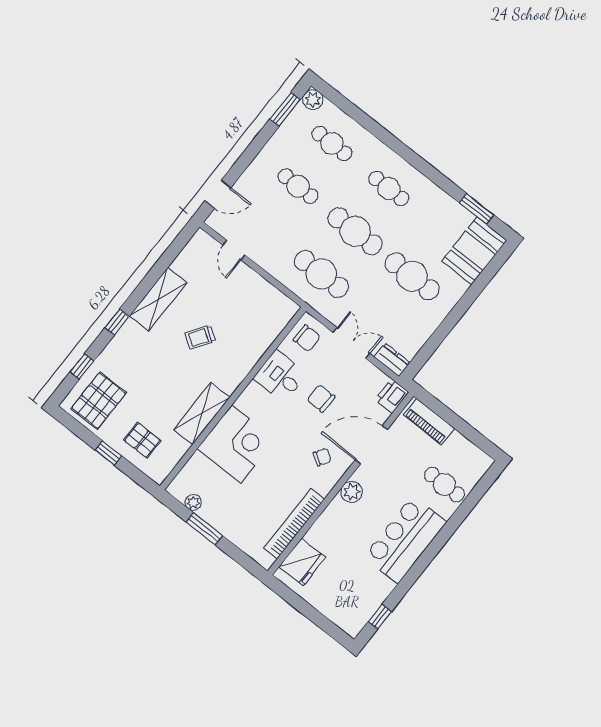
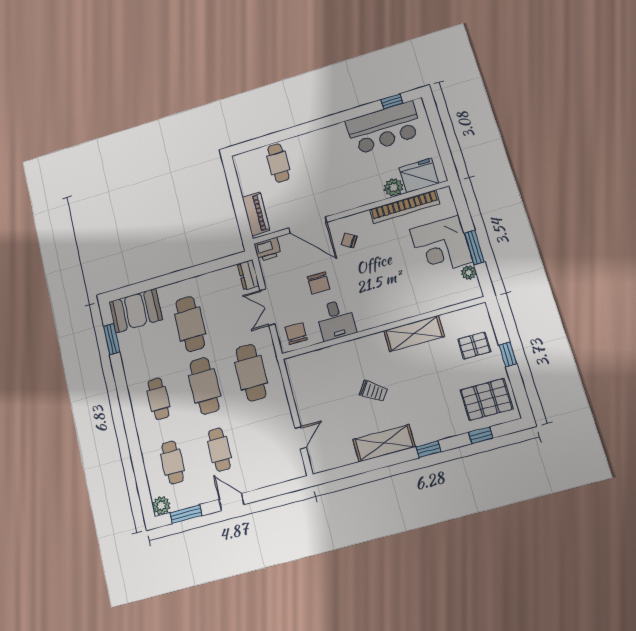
door: (218, 194) -> (232, 502), moved
pallet: (142, 440) -> (474, 345), turned 90
corner desk: (236, 444) -> (441, 246), moved, turned -90
plant: (352, 492) -> (394, 187), moved
bar counter: (405, 539) -> (384, 128), moved

